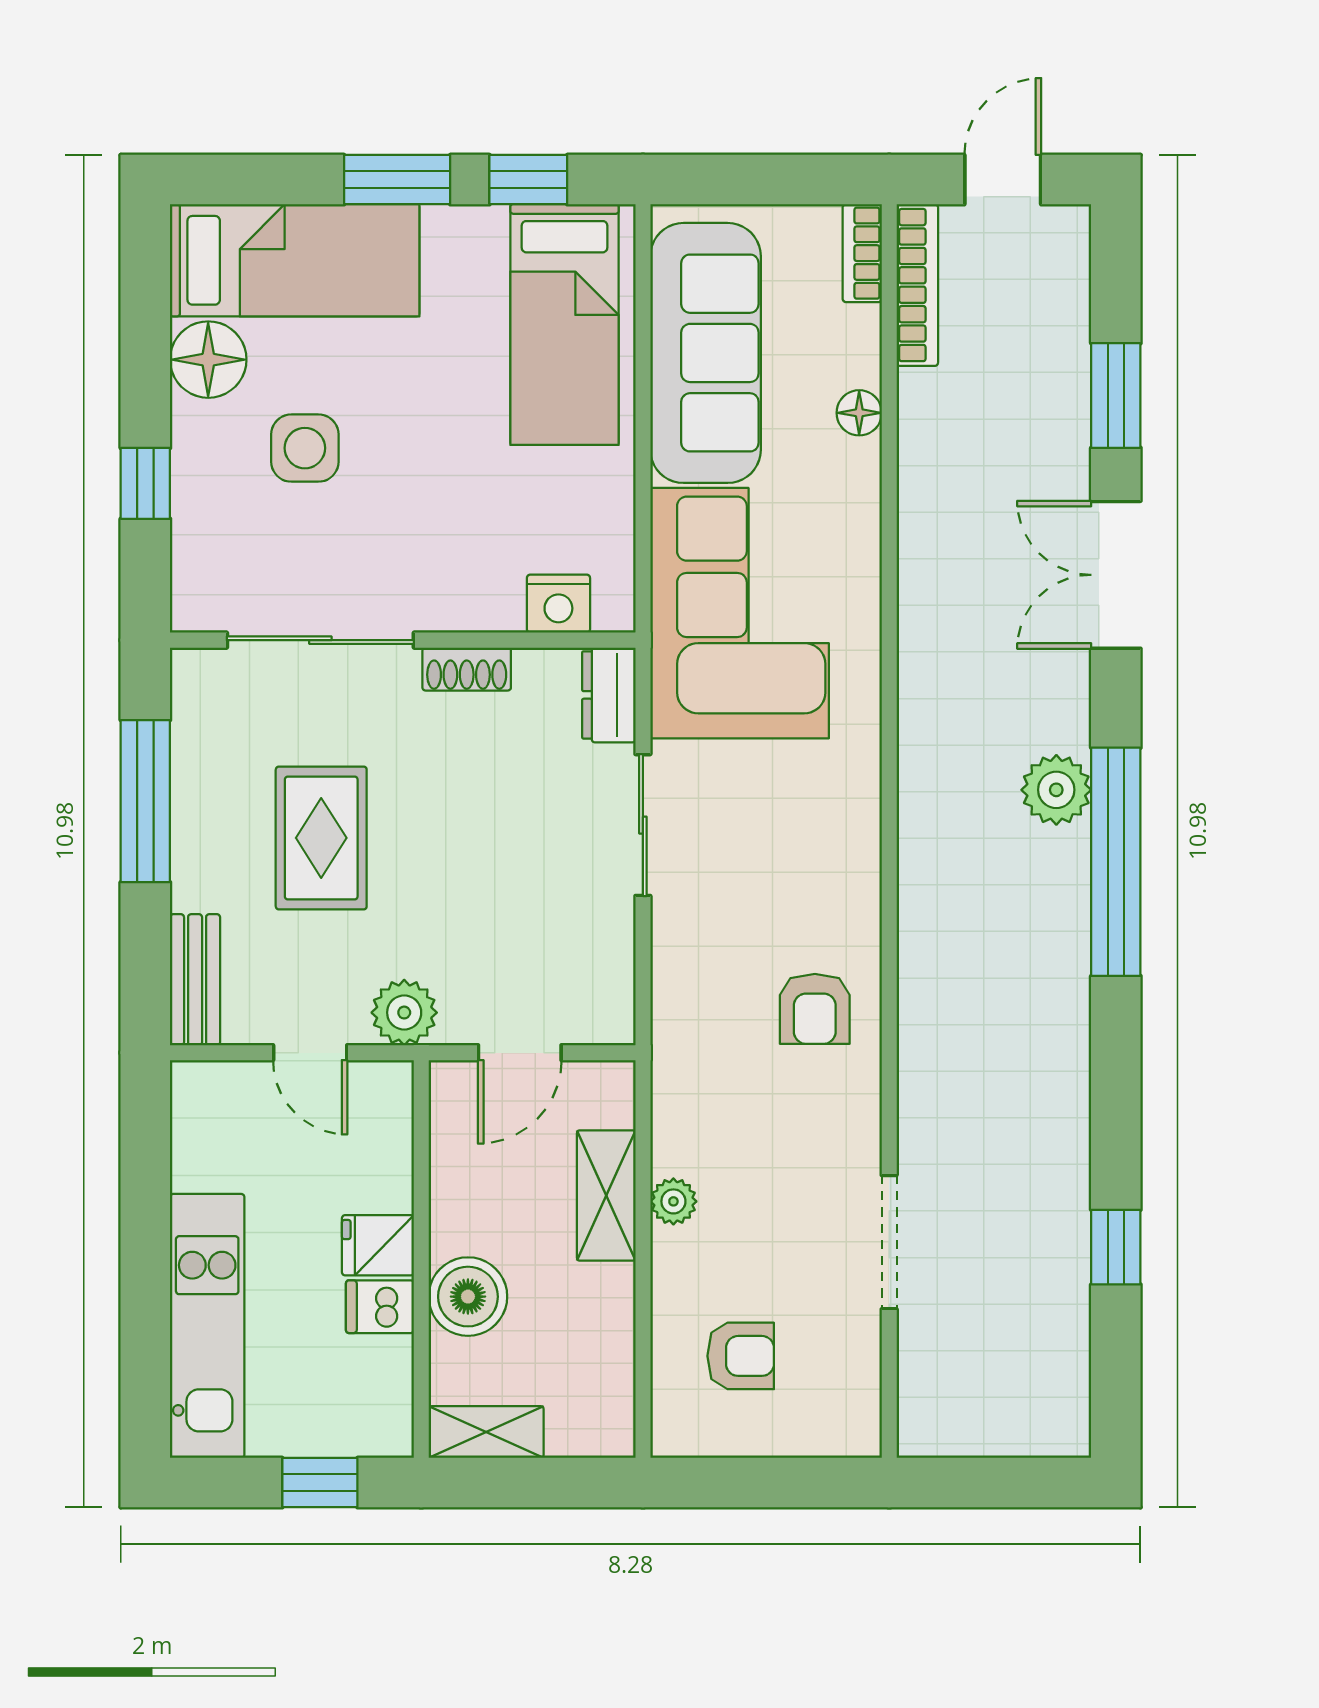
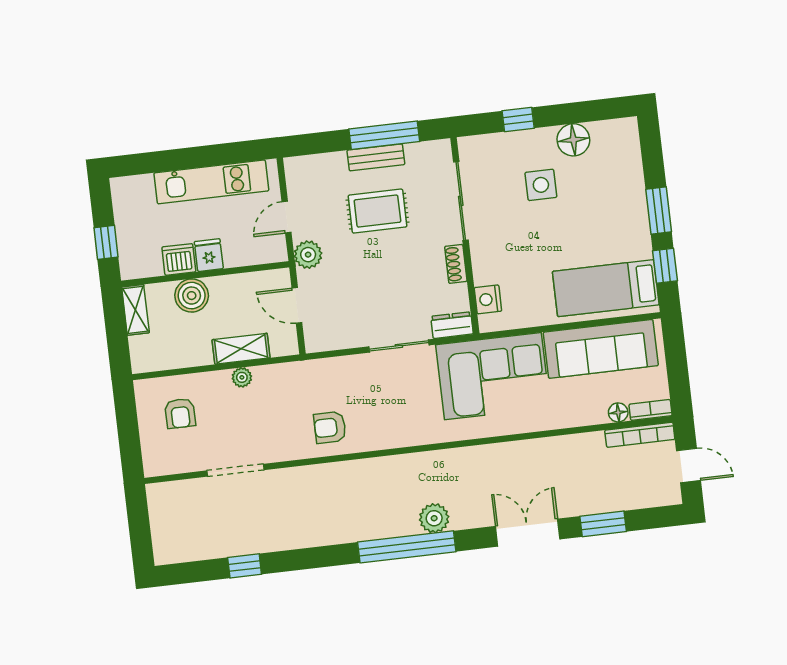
bed: (295, 260) -> (619, 171), removed
floor lamp: (859, 413) -> (618, 412), moved
bench: (195, 980) -> (376, 157), moved
dishwasher: (380, 1307) -> (179, 259), width x1.38
kitchen unit: (207, 1326) -> (211, 182), moved

